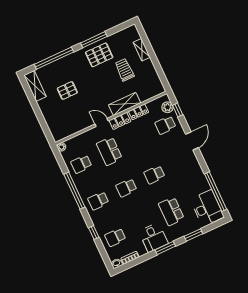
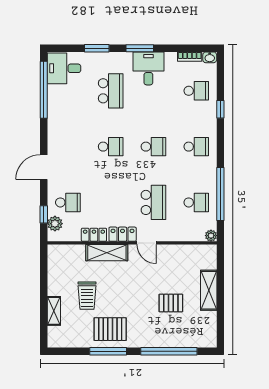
shelving: (35, 86) -> (209, 290), moved
window: (74, 191) -> (220, 194), moved
desk: (207, 208) -> (64, 68), width x0.73

